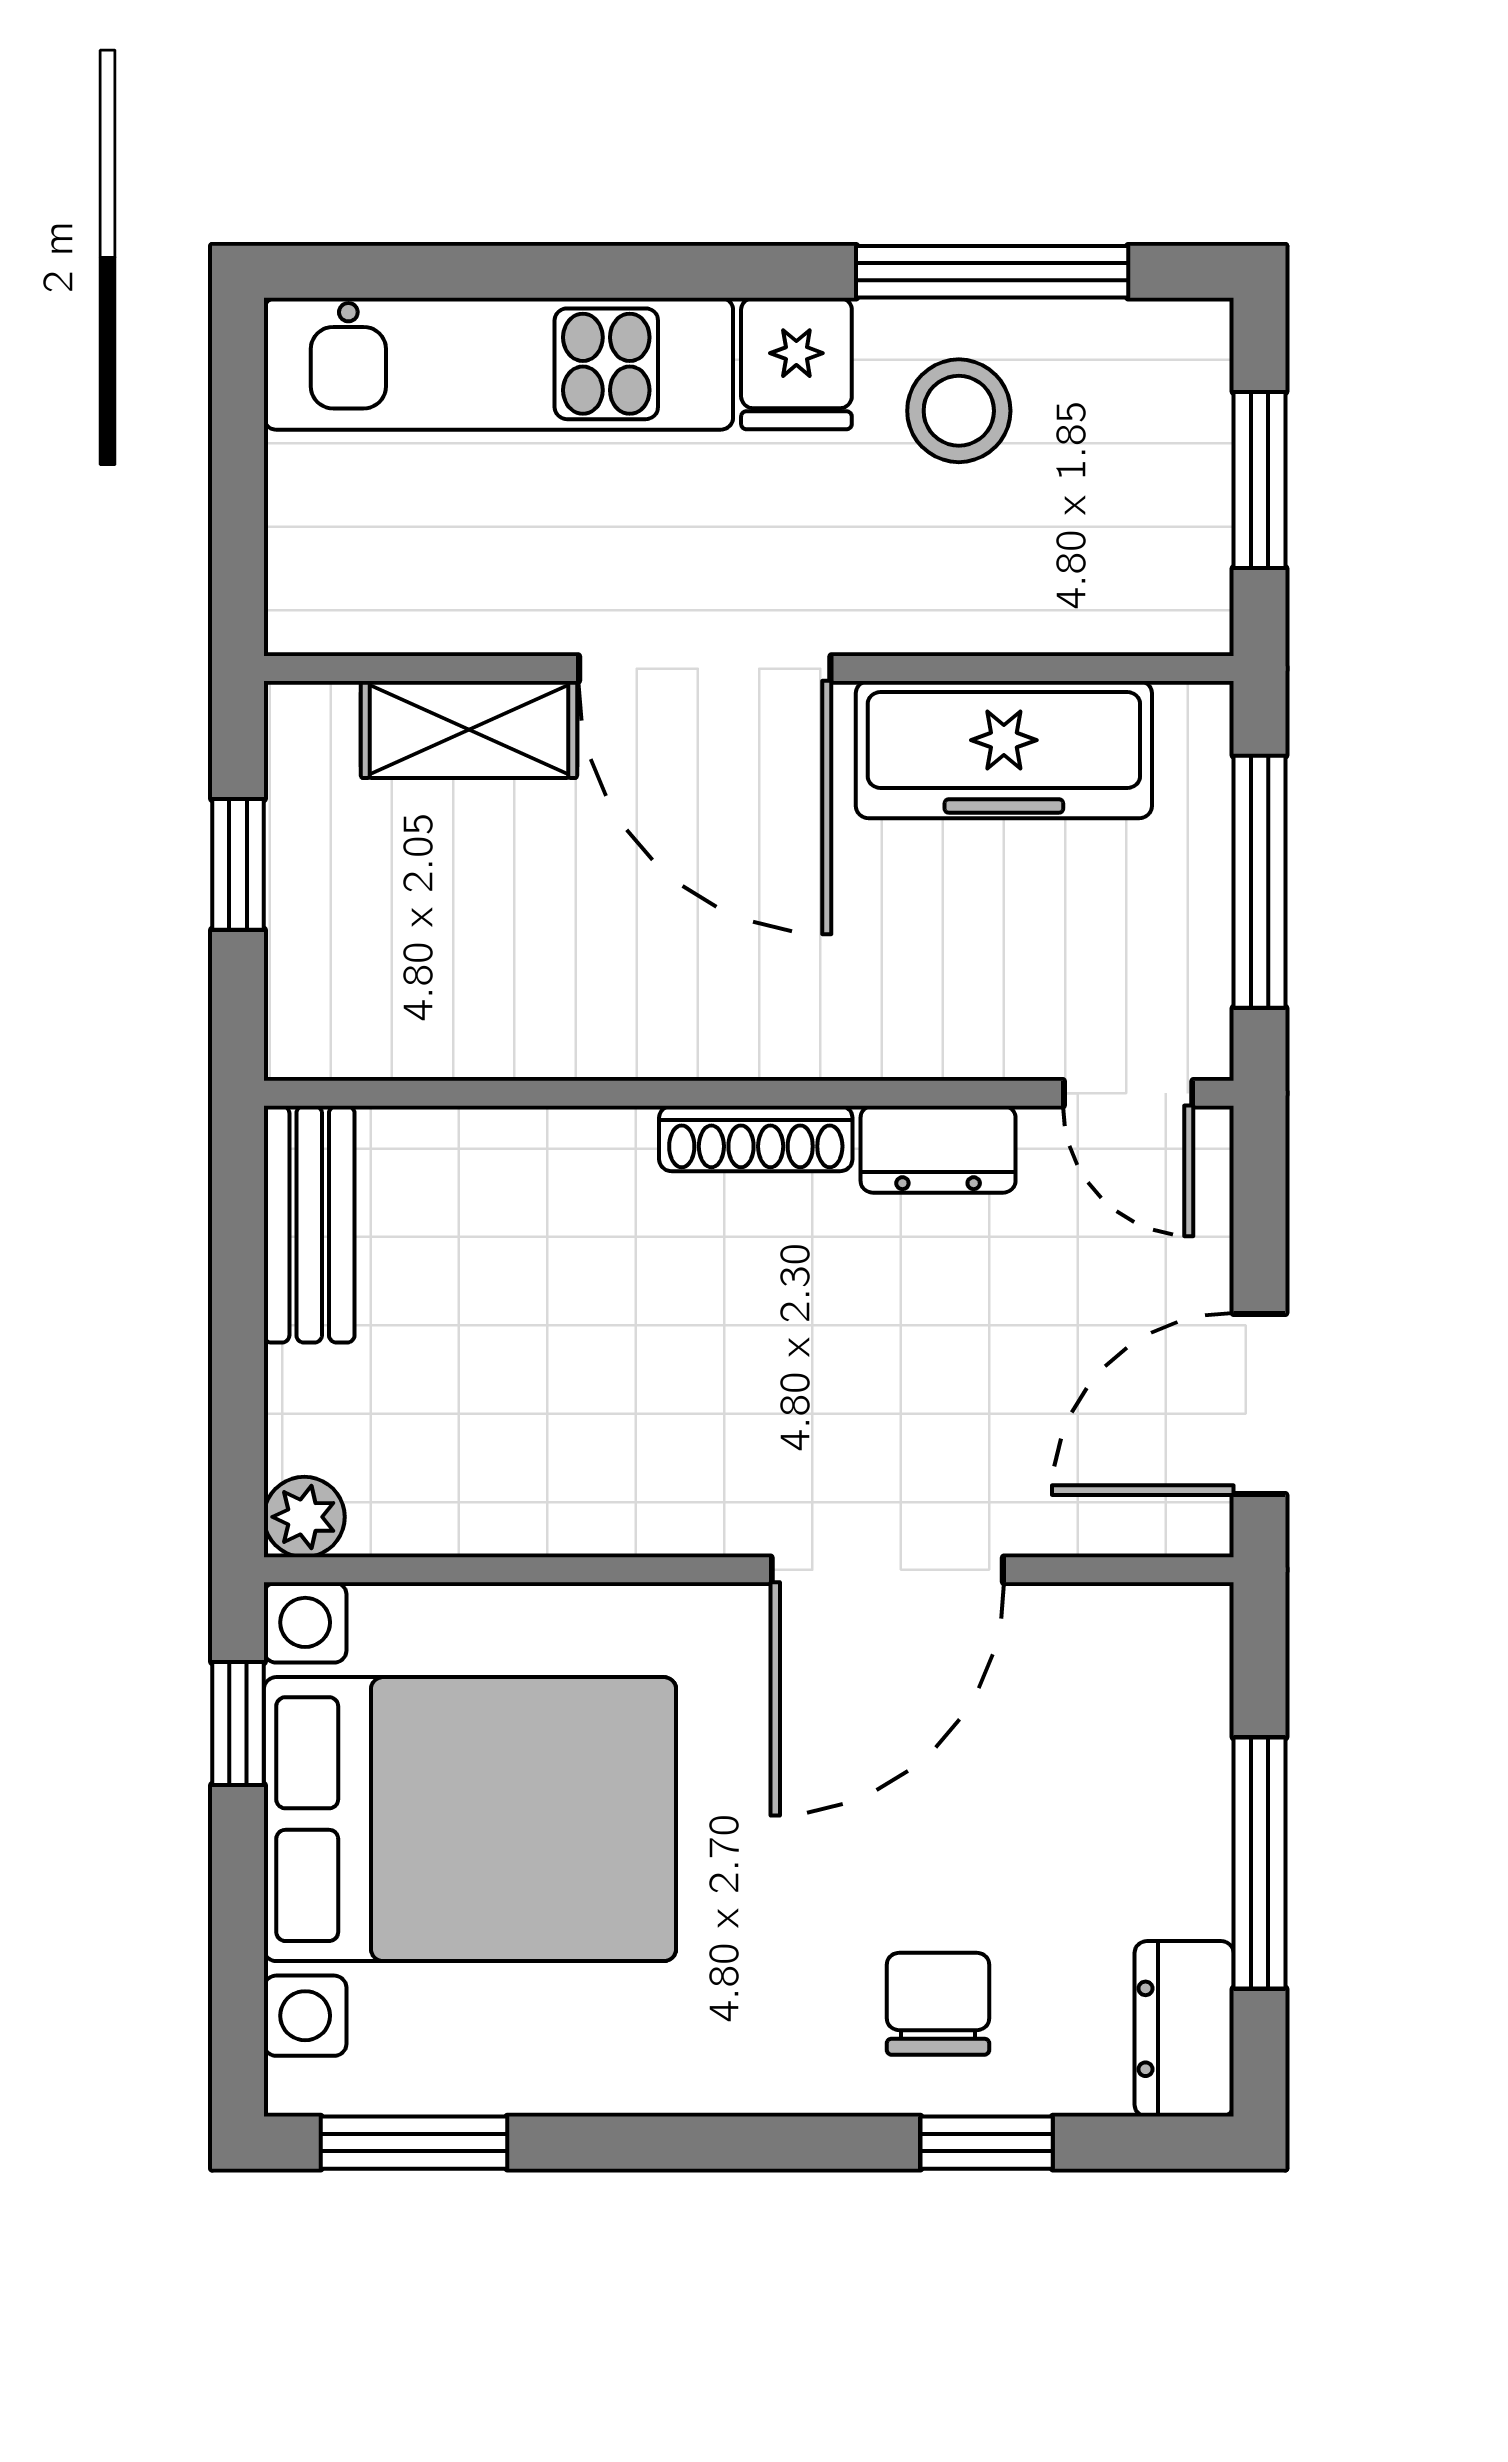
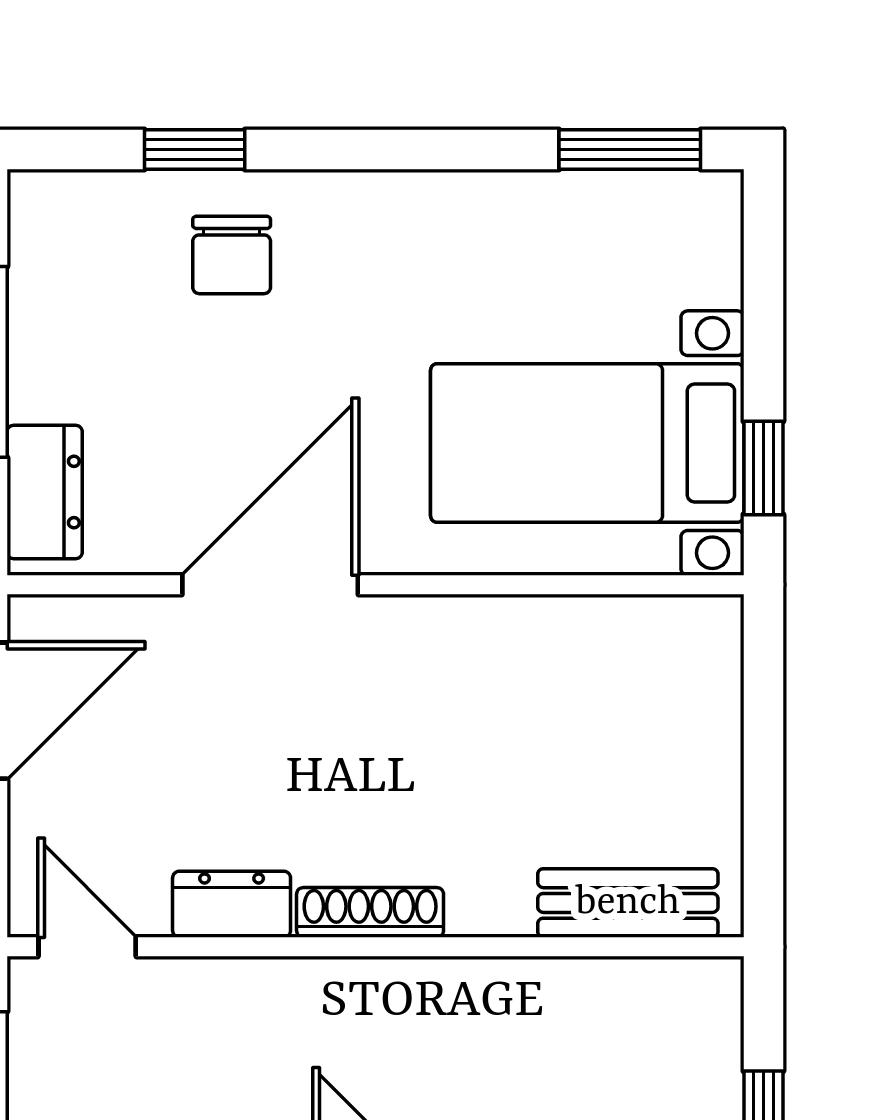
bench: (309, 1224) -> (628, 903), moved, turned 90
plant: (304, 1517) -> (713, 625), removed
bed with nightstands: (470, 1819) -> (587, 443), width x0.73
dresser: (1184, 2029) -> (45, 492), moved

